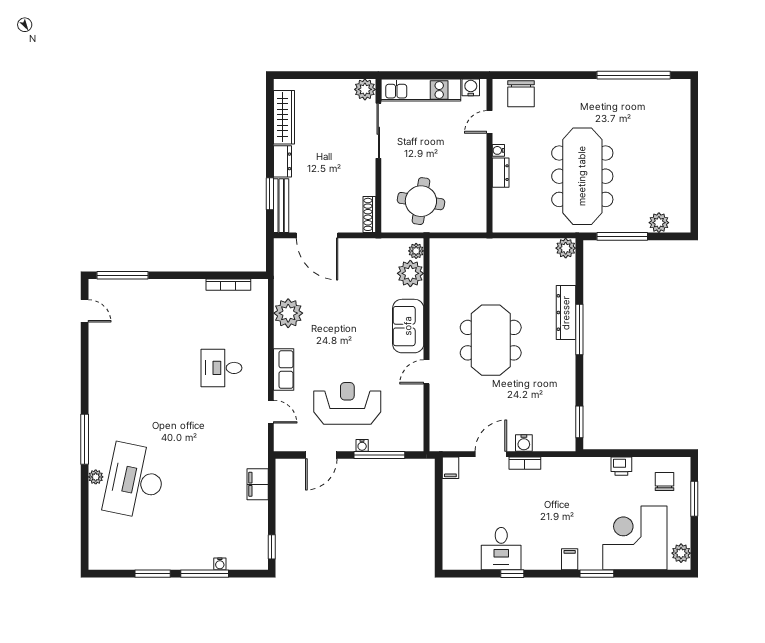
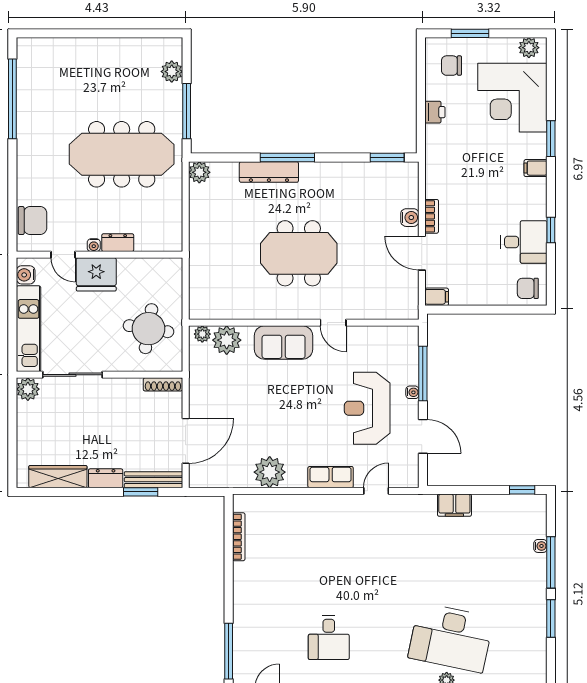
fridge: (471, 153) -> (96, 274), added
desk: (221, 368) -> (329, 638), moved
chair: (458, 552) -> (528, 288), added

